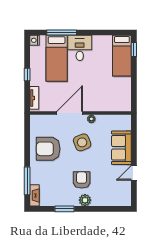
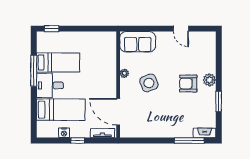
window: (62, 32) -> (34, 71), moved
nightstand: (35, 40) -> (64, 133), moved
bed: (122, 56) -> (58, 62), moved
door: (70, 113) -> (118, 112), moved
sofa: (121, 148) -> (138, 42), moved
armchair: (48, 149) -> (156, 119), removed

